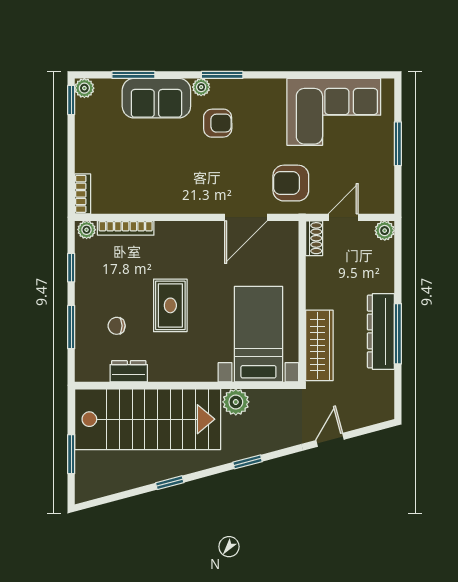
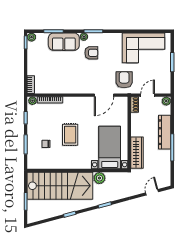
armchair: (291, 183) -> (124, 80), turned 90
dresser: (381, 331) -> (165, 132), moved
dresser: (129, 371) -> (51, 164), removed
door: (330, 440) -> (152, 192), moved

